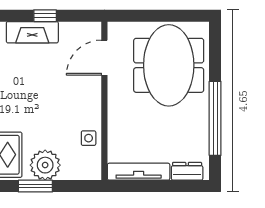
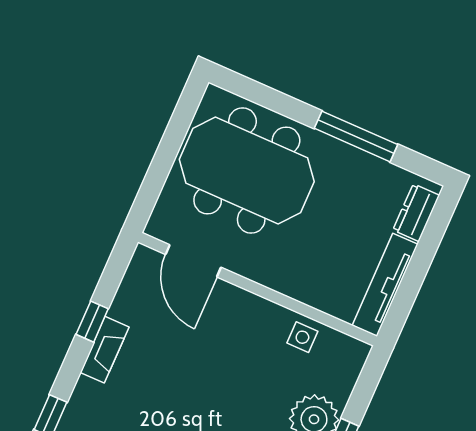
fireplace: (32, 32) -> (105, 350), width x0.73, depth x0.76
window: (215, 118) -> (356, 136), width x0.68

